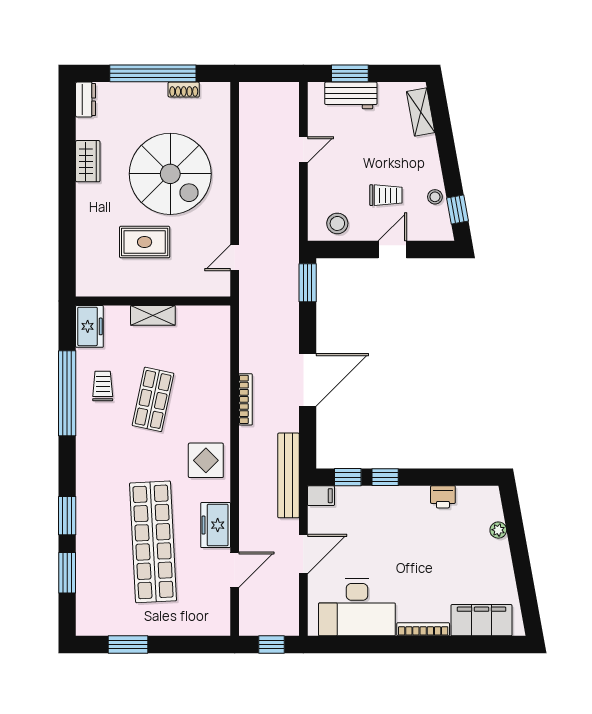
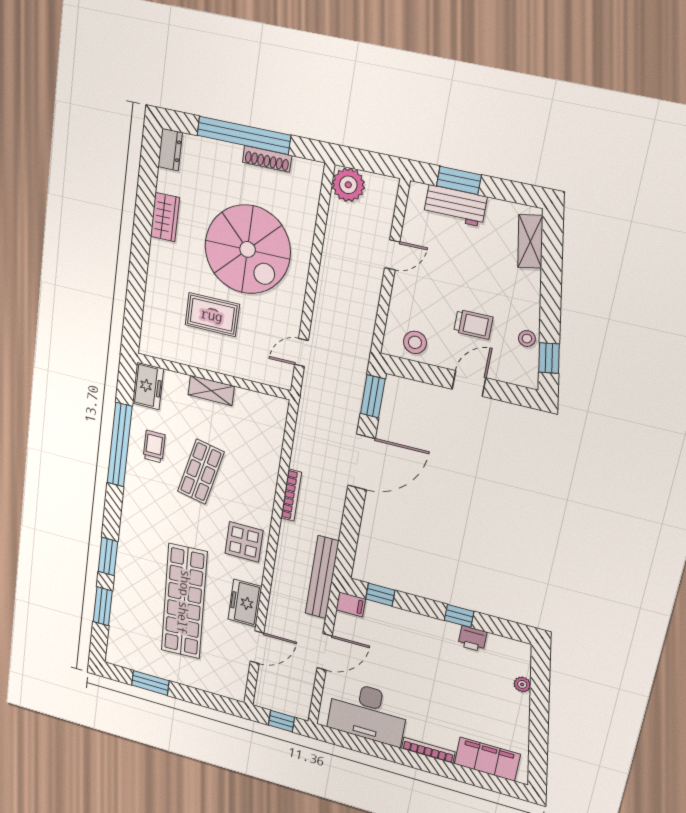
shoe rack: (184, 90) -> (267, 159), width x1.43
plant: (254, 97) -> (348, 185), added
door: (308, 380) -> (362, 462), moved
window: (385, 477) -> (459, 616), moved

